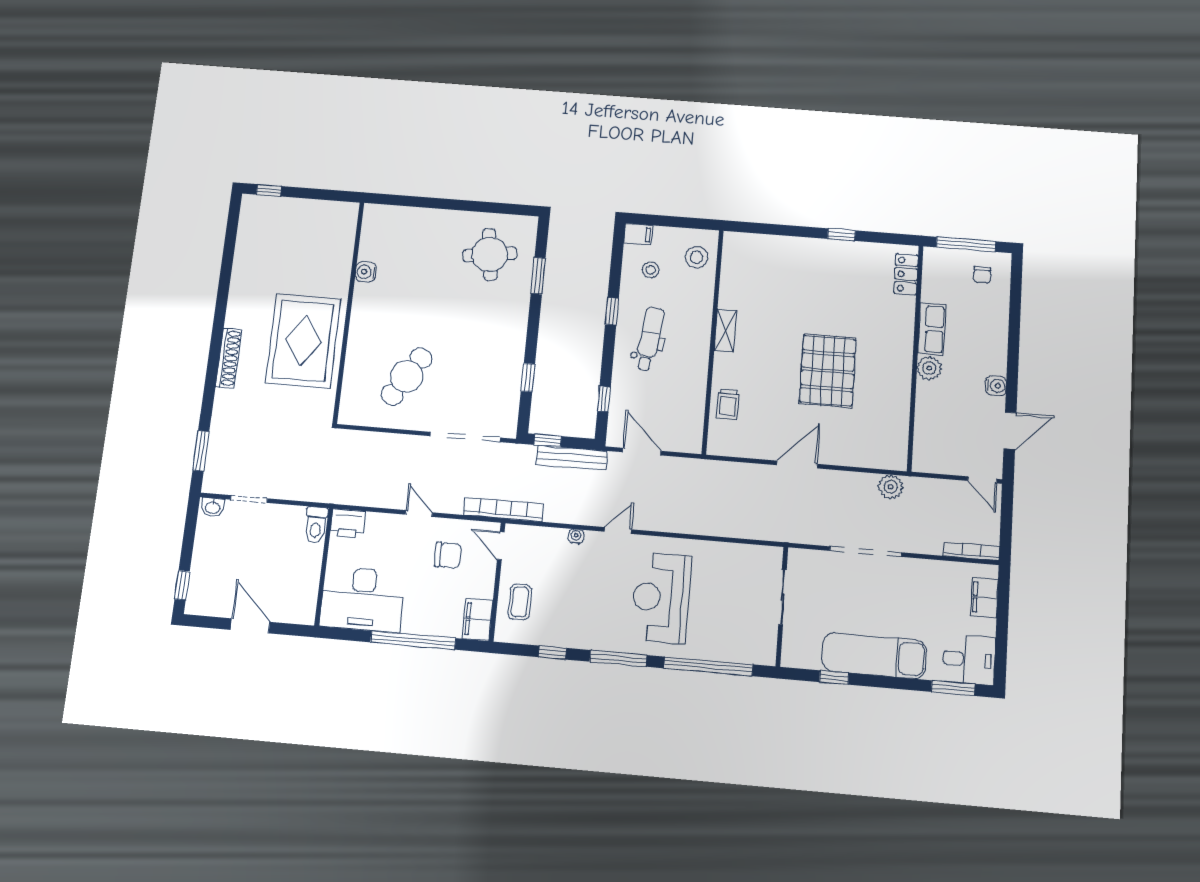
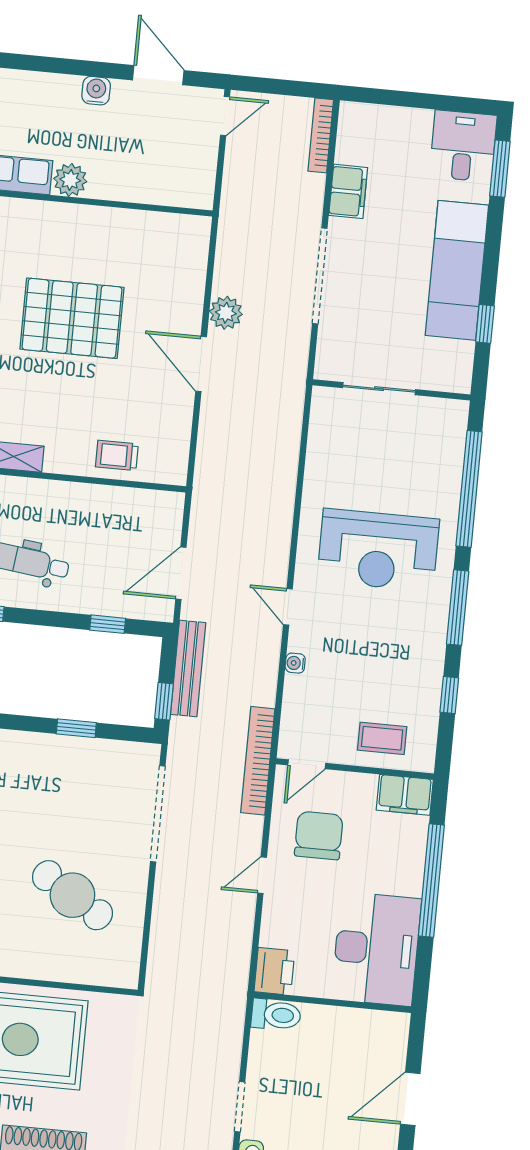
trolley: (728, 404) -> (117, 455), turned 180
plant: (891, 487) -> (226, 313), moved
chair: (448, 555) -> (319, 835), width x1.37, depth x1.37
filing cabinet: (984, 598) -> (348, 191), moved, turned -90

